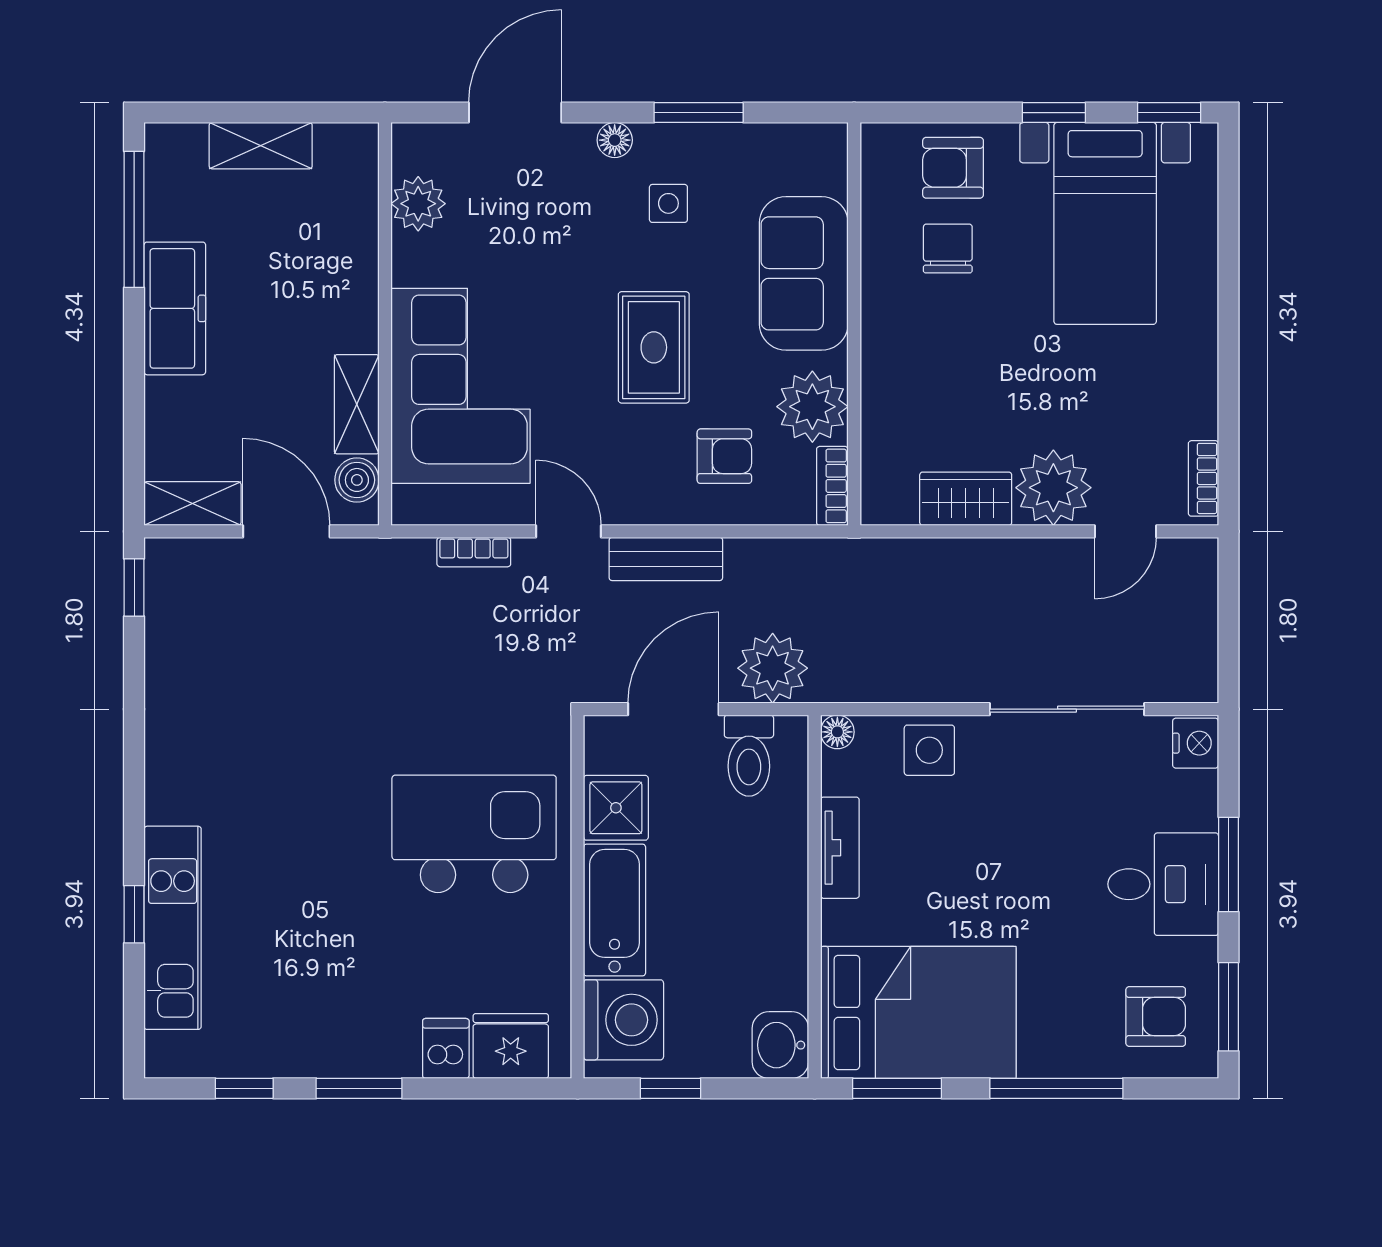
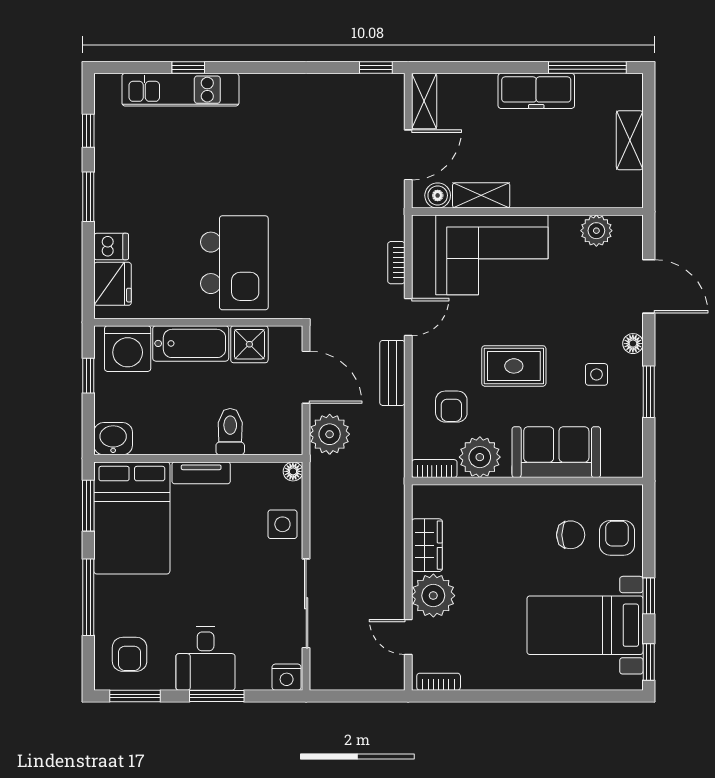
toilet: (749, 756) -> (230, 432), moved, turned 90
tv unit: (840, 848) -> (201, 473), moved

